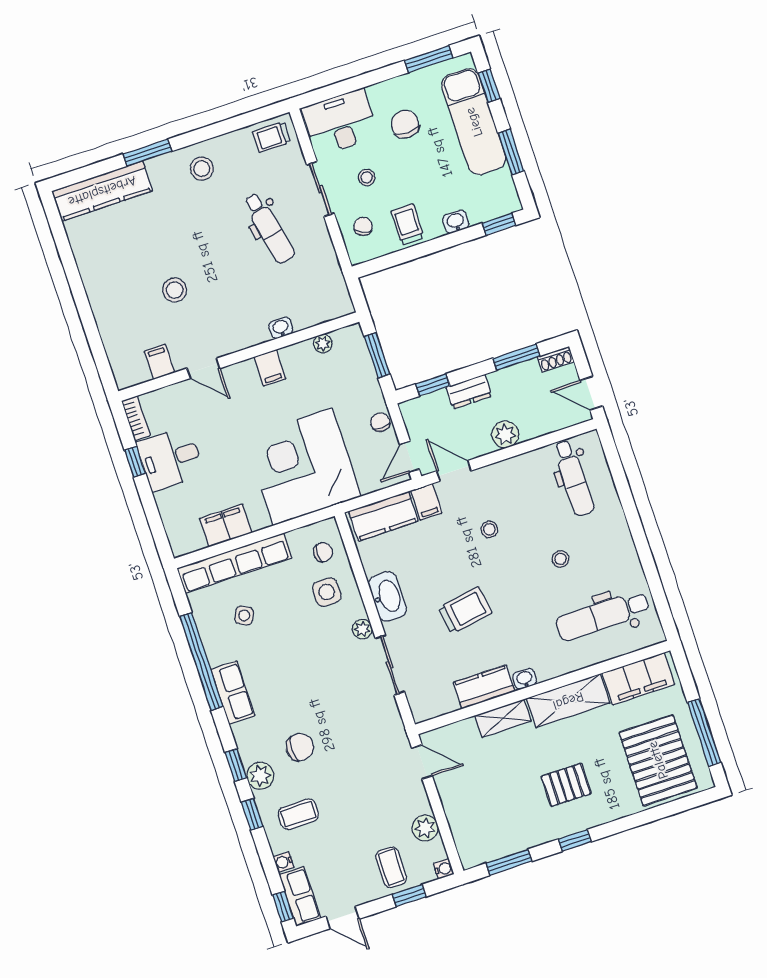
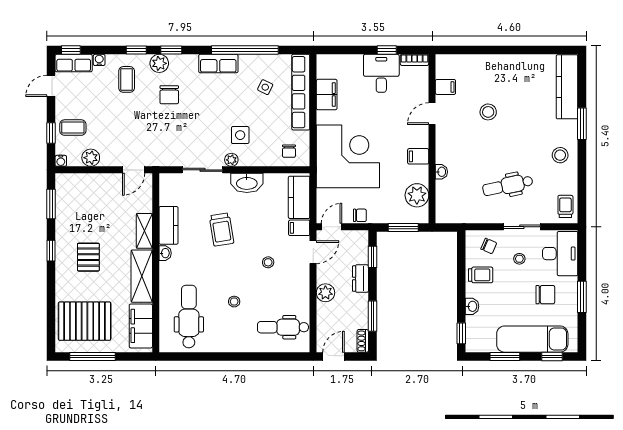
window: (429, 59) -> (582, 297), moved
plant: (323, 344) -> (417, 195), width x1.87, depth x1.87
door: (410, 457) -> (332, 227), hinge flipped
side table: (327, 592) -> (240, 135), moved

